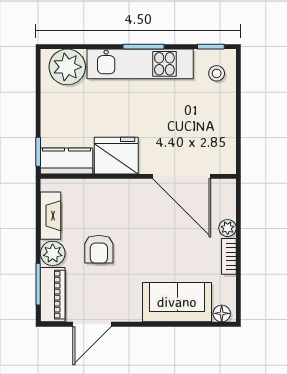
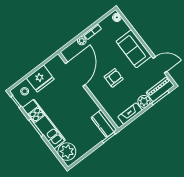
fridge: (116, 156) -> (40, 79), moved, turned -90
armchair: (99, 249) -> (114, 78), moved
sofa: (177, 302) -> (134, 49), moved

